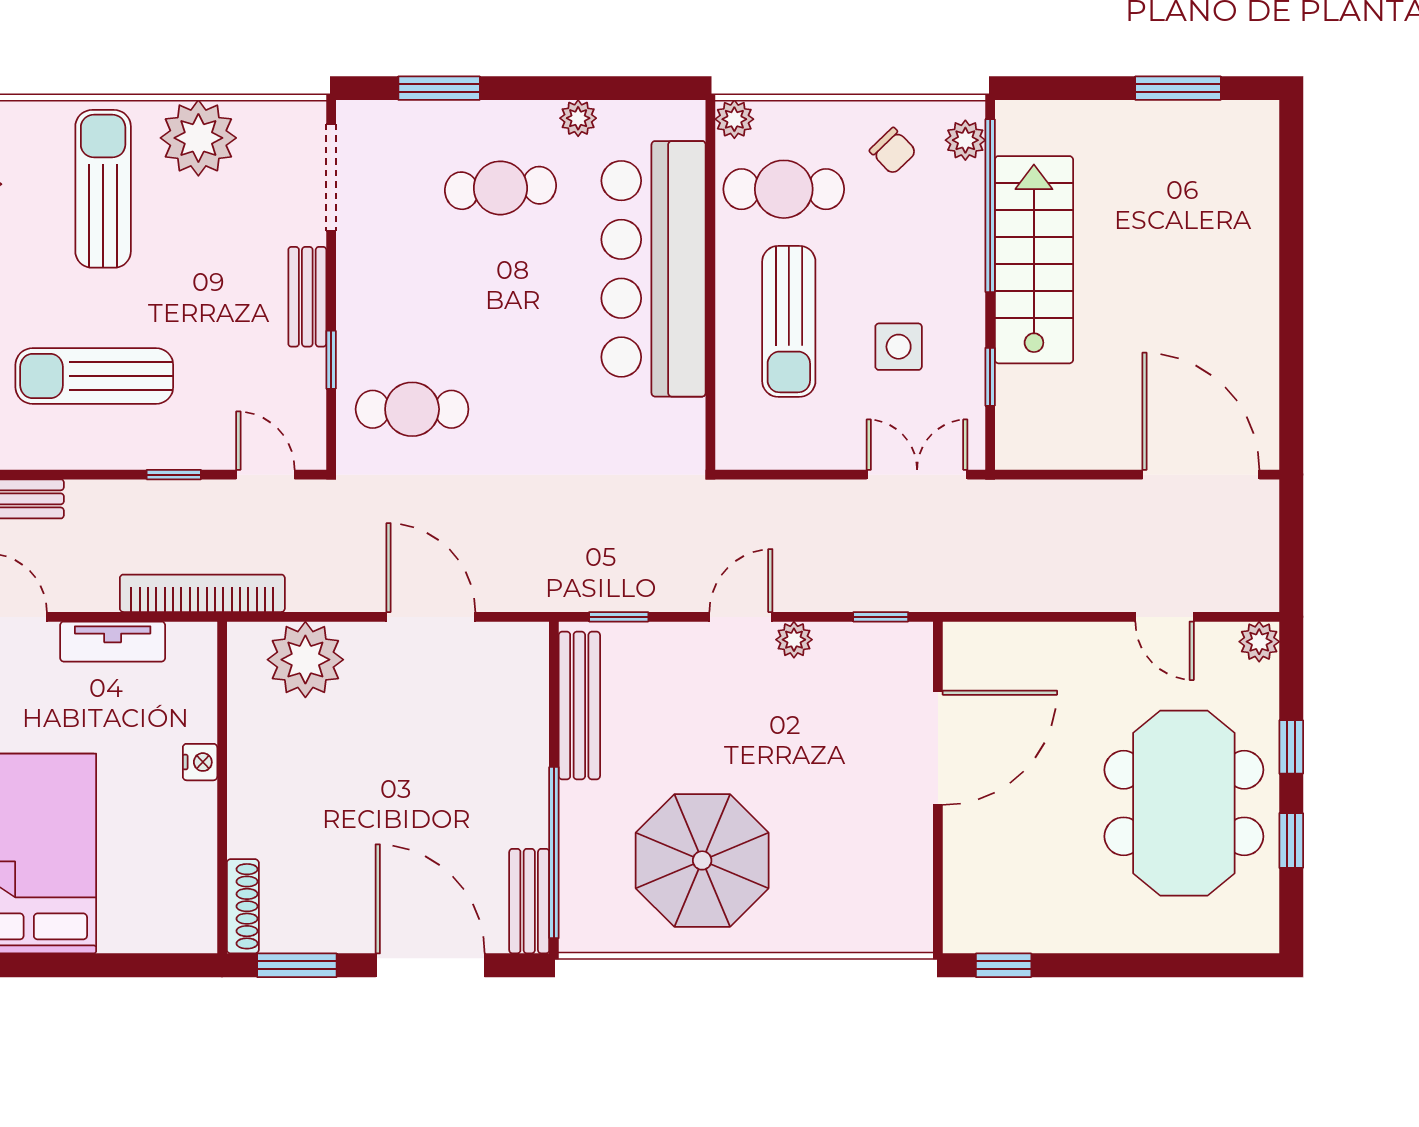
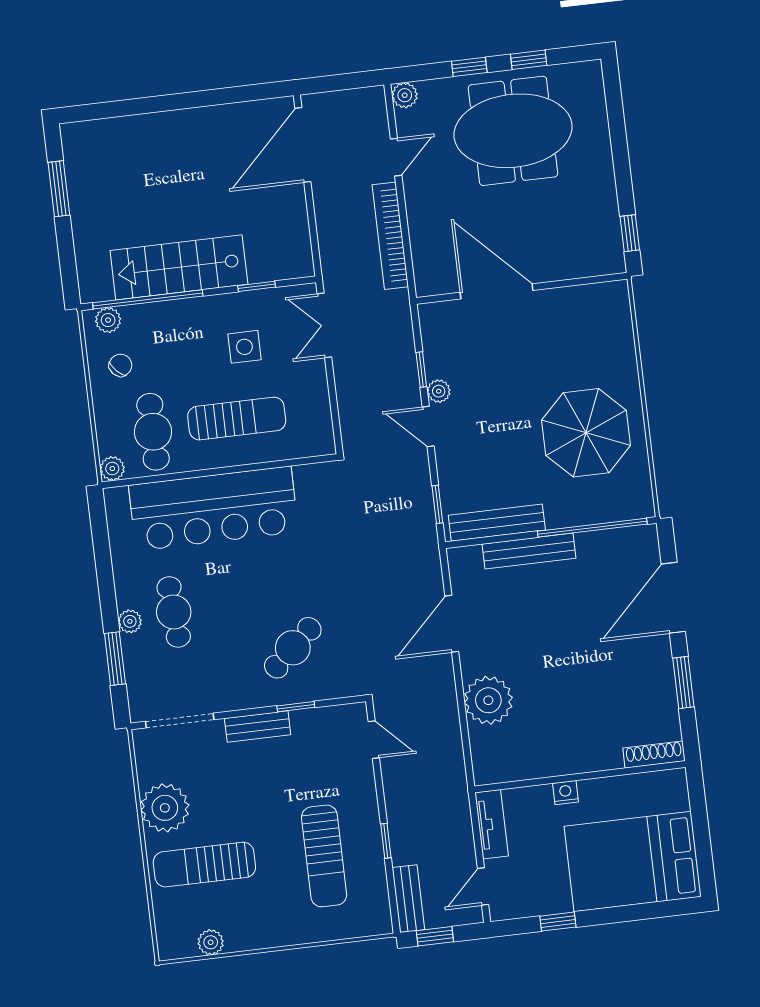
plant: (578, 118) -> (130, 621), moved
cafe table: (412, 409) -> (293, 648), moved, turned 48
window: (174, 475) -> (386, 841), moved
door: (265, 475) -> (374, 740), swing flipped
bookcase: (202, 593) -> (390, 236), moved
window: (881, 617) -> (421, 369), moved
nightstand: (200, 762) -> (565, 793), moved
wall: (222, 787) -> (580, 777), moved
bench: (529, 901) -> (529, 551), moved, width x1.36
shoe rack: (243, 906) -> (654, 755), moved

